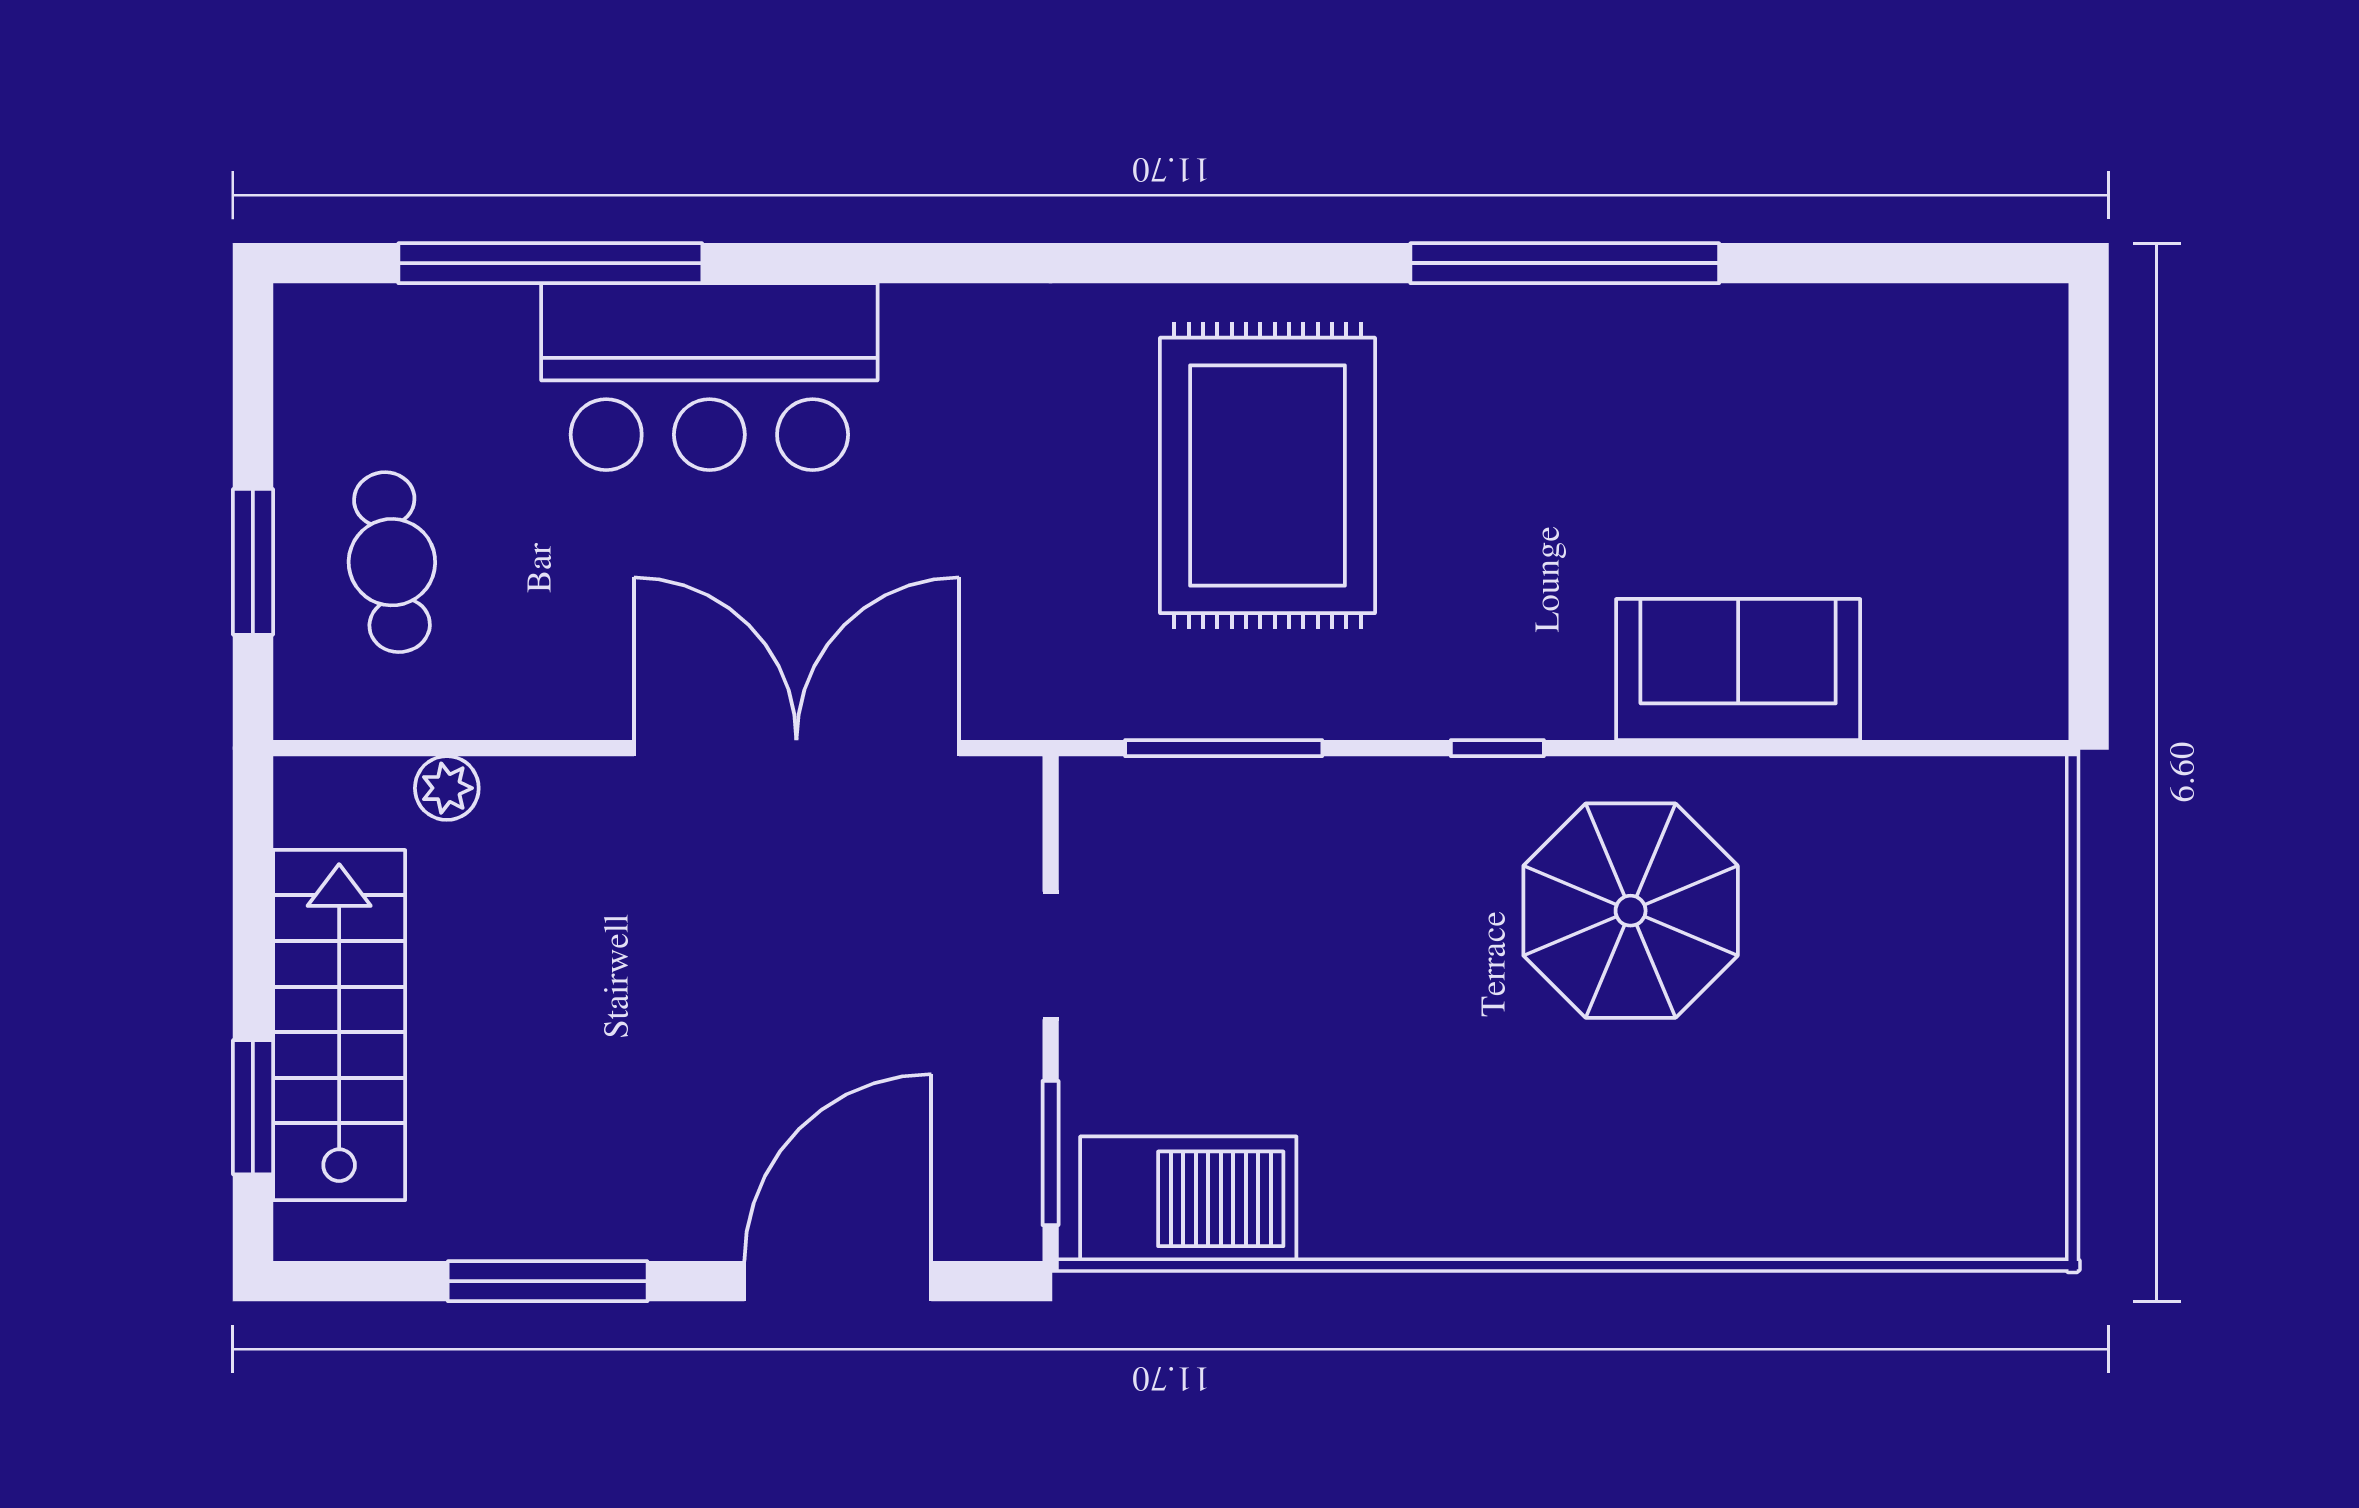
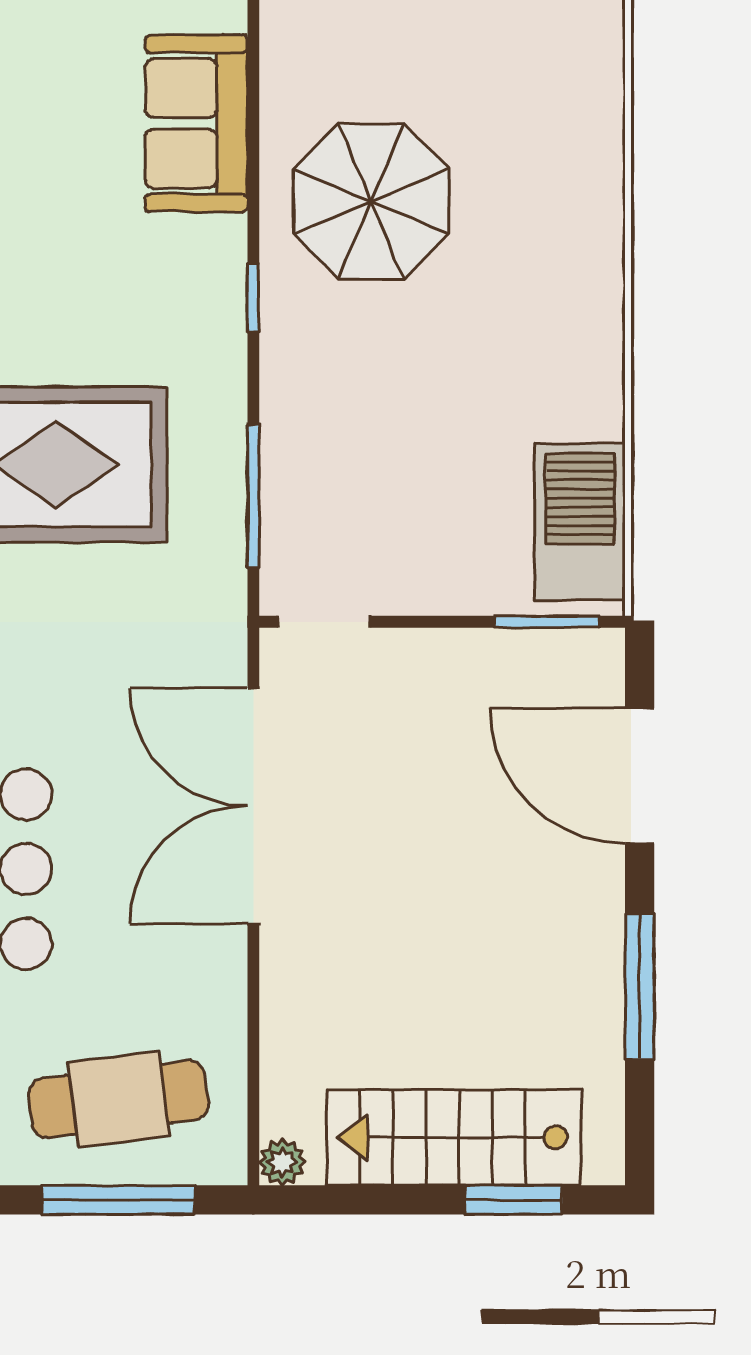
window: (253, 562) -> (118, 1200), width x1.44
cafe table: (392, 562) -> (119, 1099), width x1.37, depth x1.35
plant: (447, 788) -> (282, 1162), moved
doorway: (1051, 956) -> (324, 622), moved

